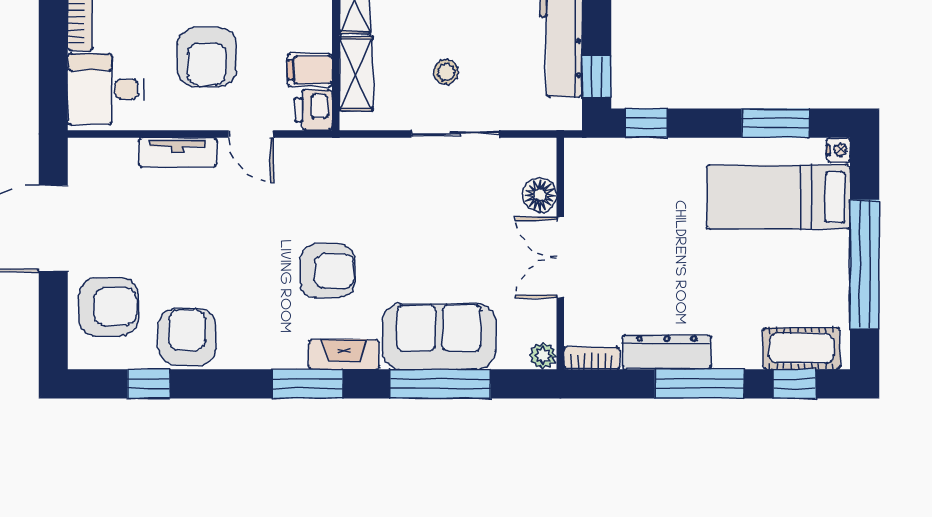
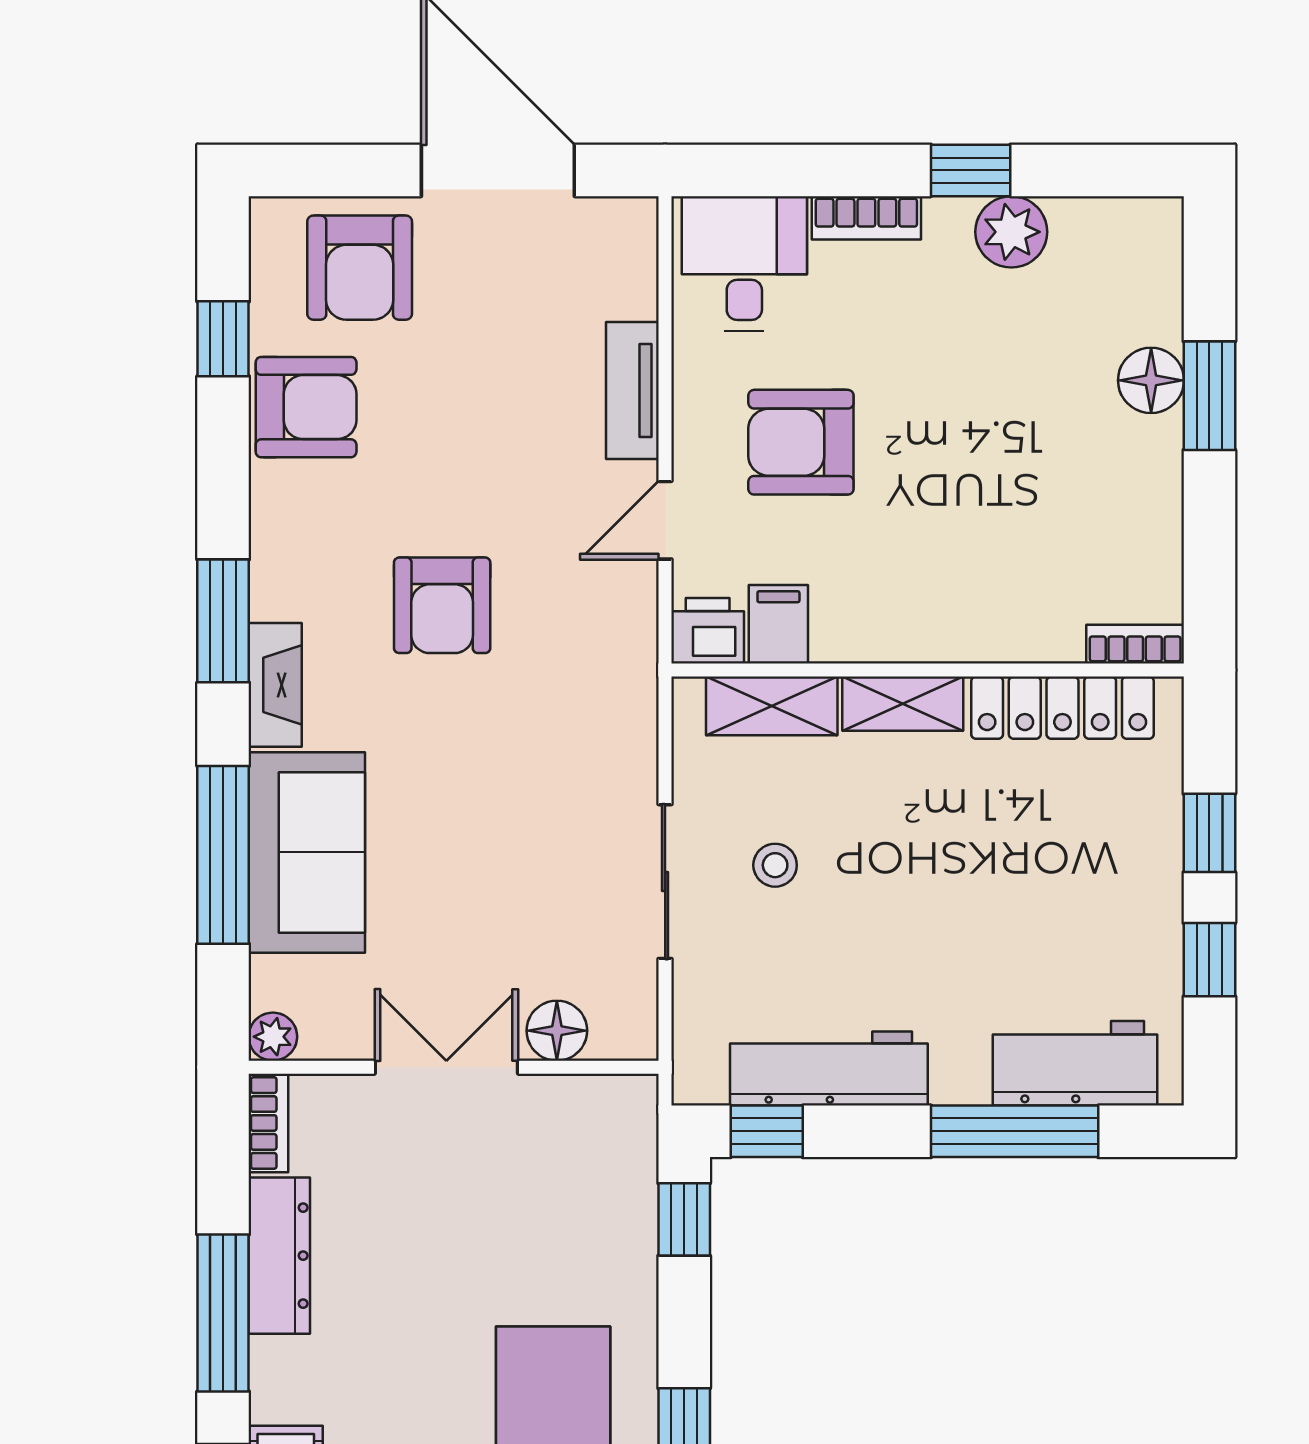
armchair: (328, 271) -> (442, 605), moved

